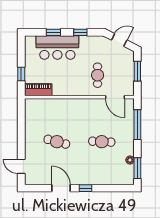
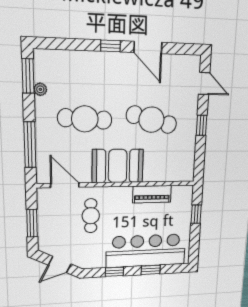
bar counter: (57, 48) -> (146, 251), width x1.36
piano: (38, 90) -> (152, 194), moved
booth: (79, 110) -> (118, 166), added
window: (21, 138) -> (202, 125), added
cafe table: (57, 142) -> (152, 120), width x1.37, depth x1.35
cafe table: (102, 142) -> (85, 119), width x1.37, depth x1.35

